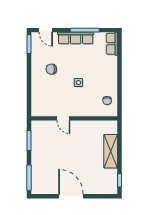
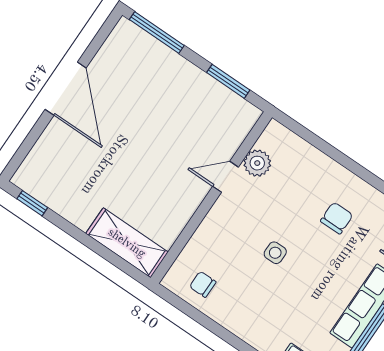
plant: (51, 110) -> (257, 163), added
shelving: (111, 151) -> (127, 243), moved
door: (71, 196) -> (66, 89), hinge flipped

